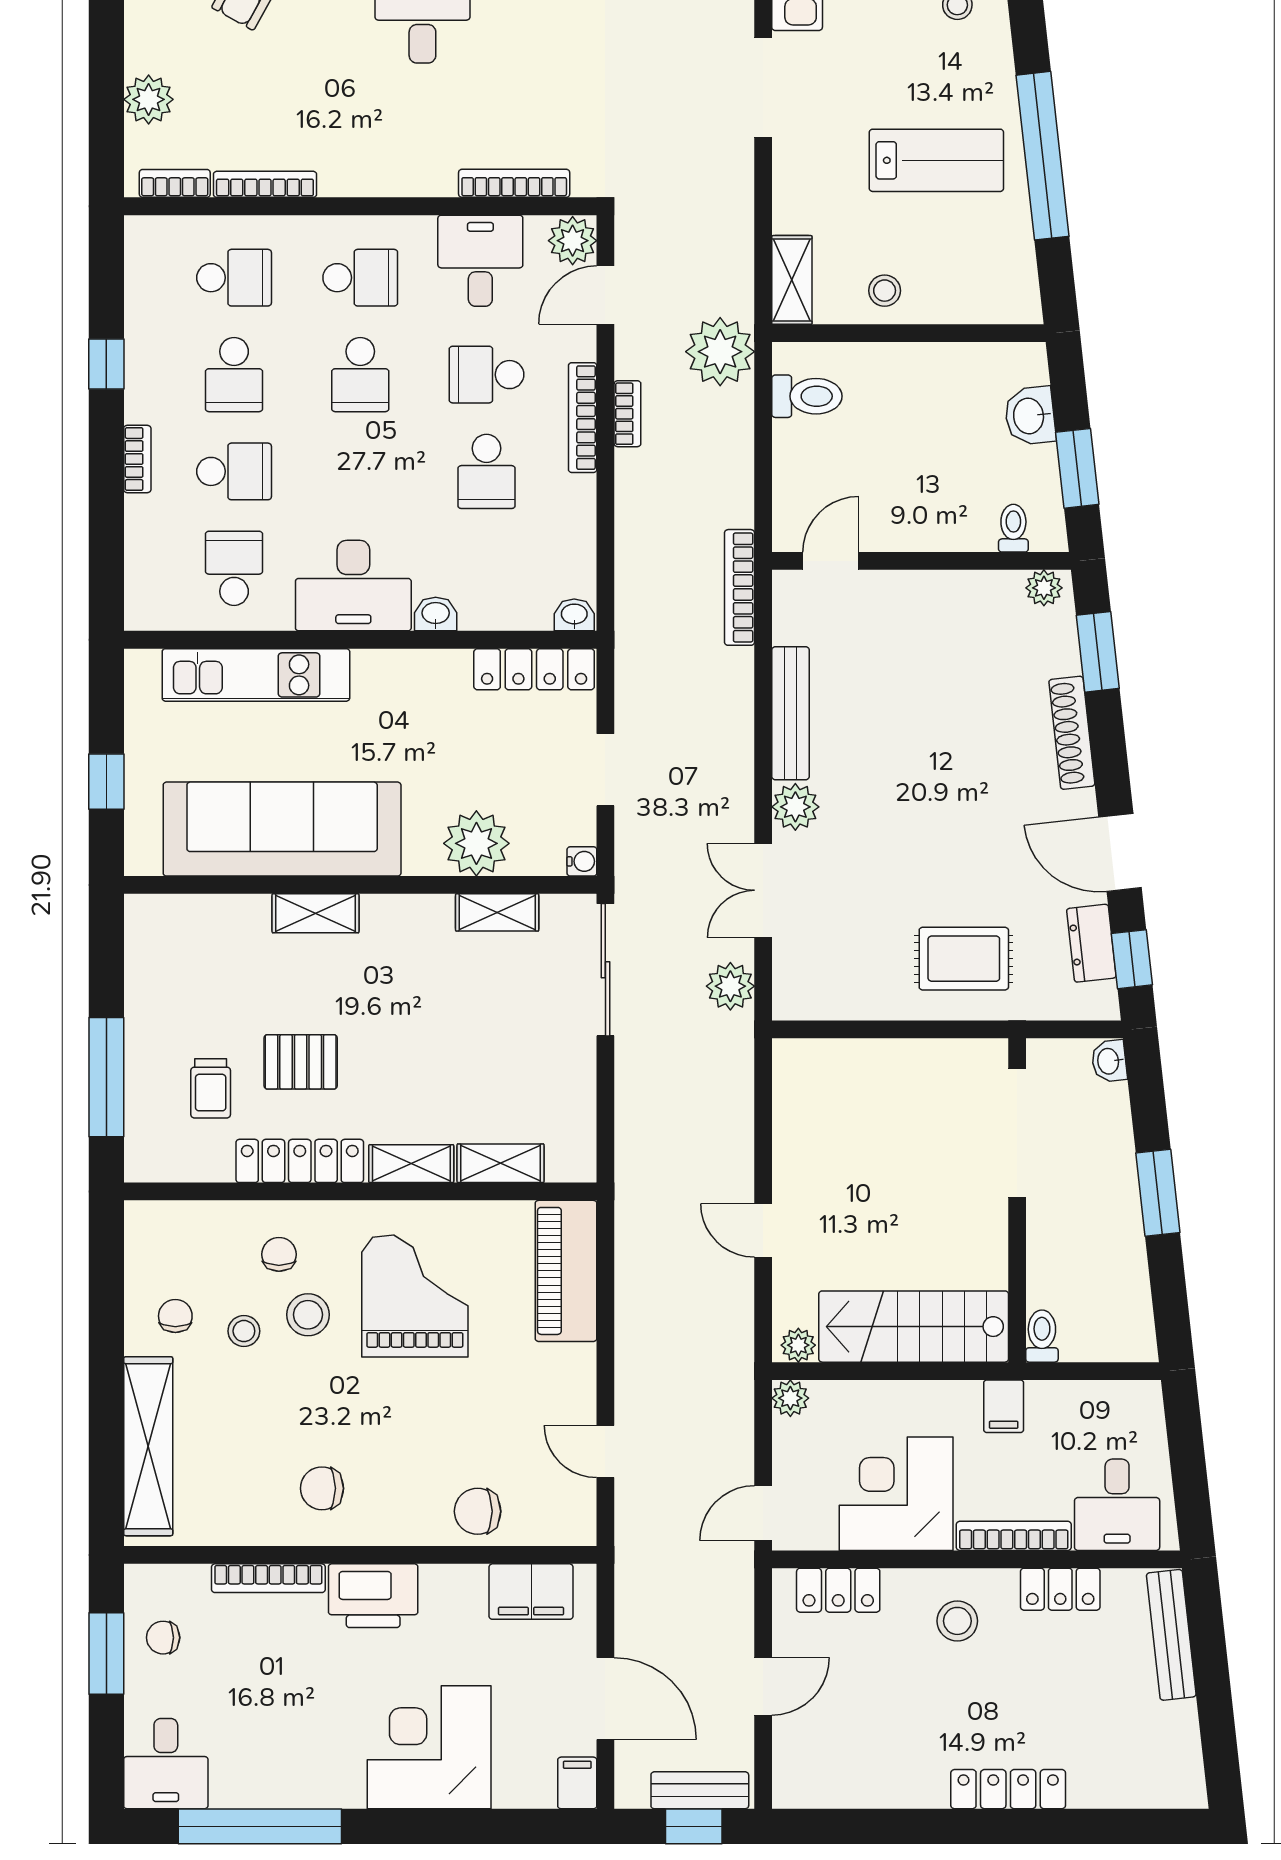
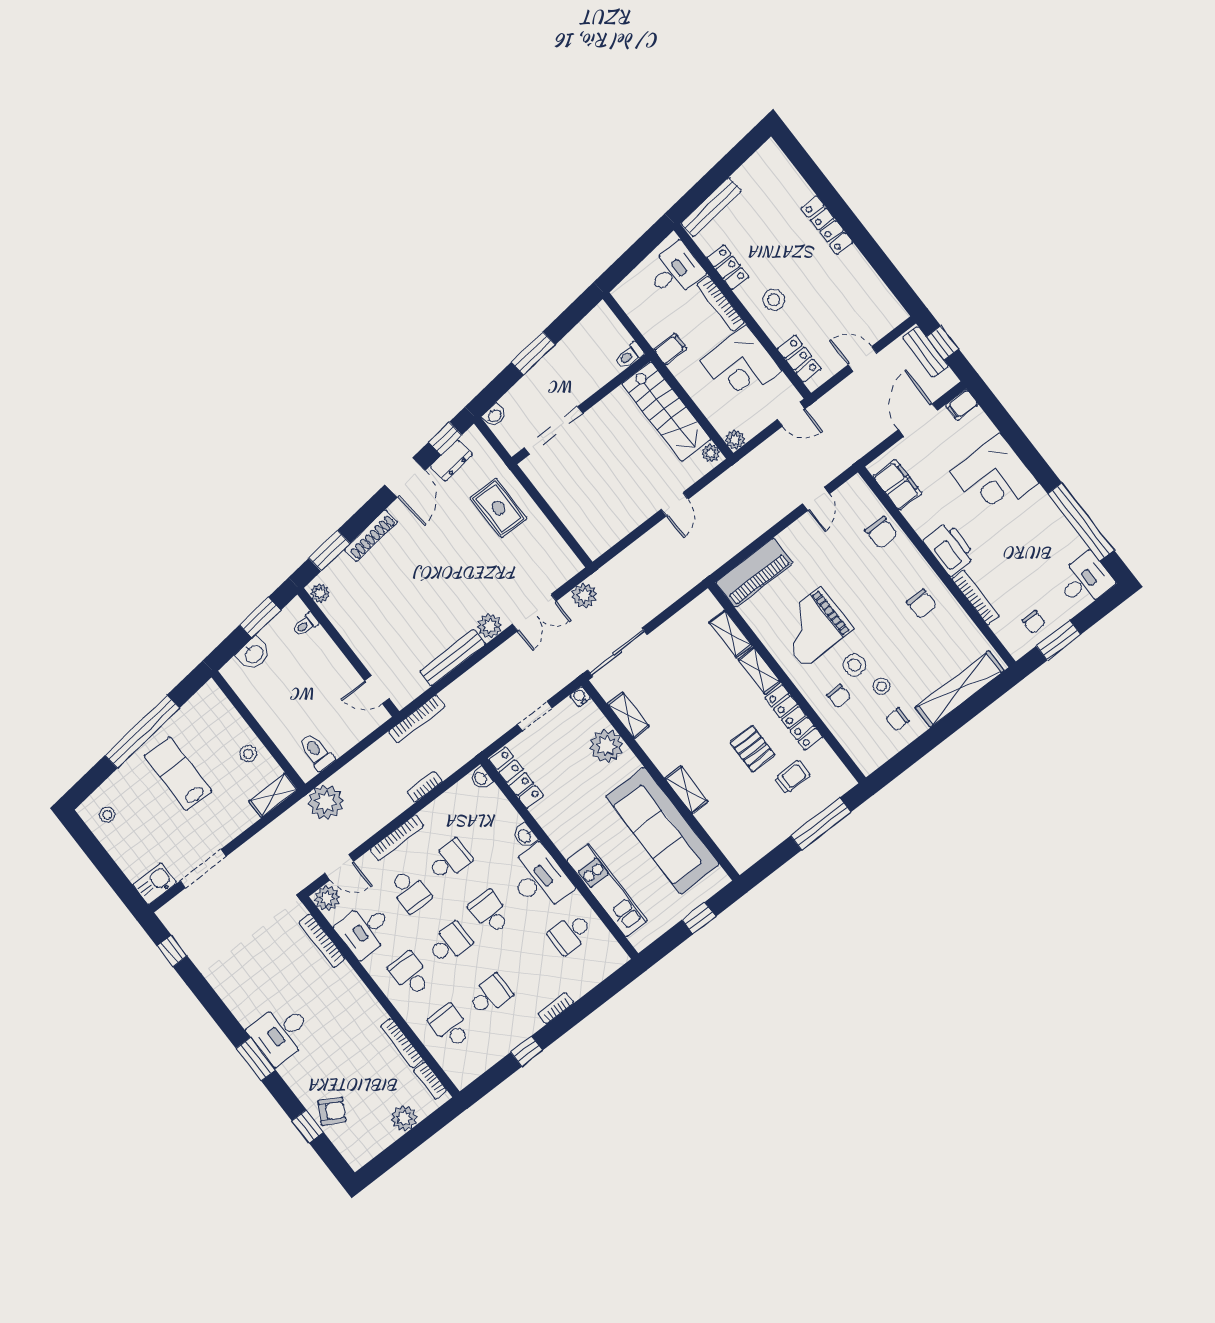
bookcase: (627, 414) -> (425, 787), moved
school desk: (234, 471) -> (490, 912), moved
chair: (279, 1254) -> (839, 696), turned -90

